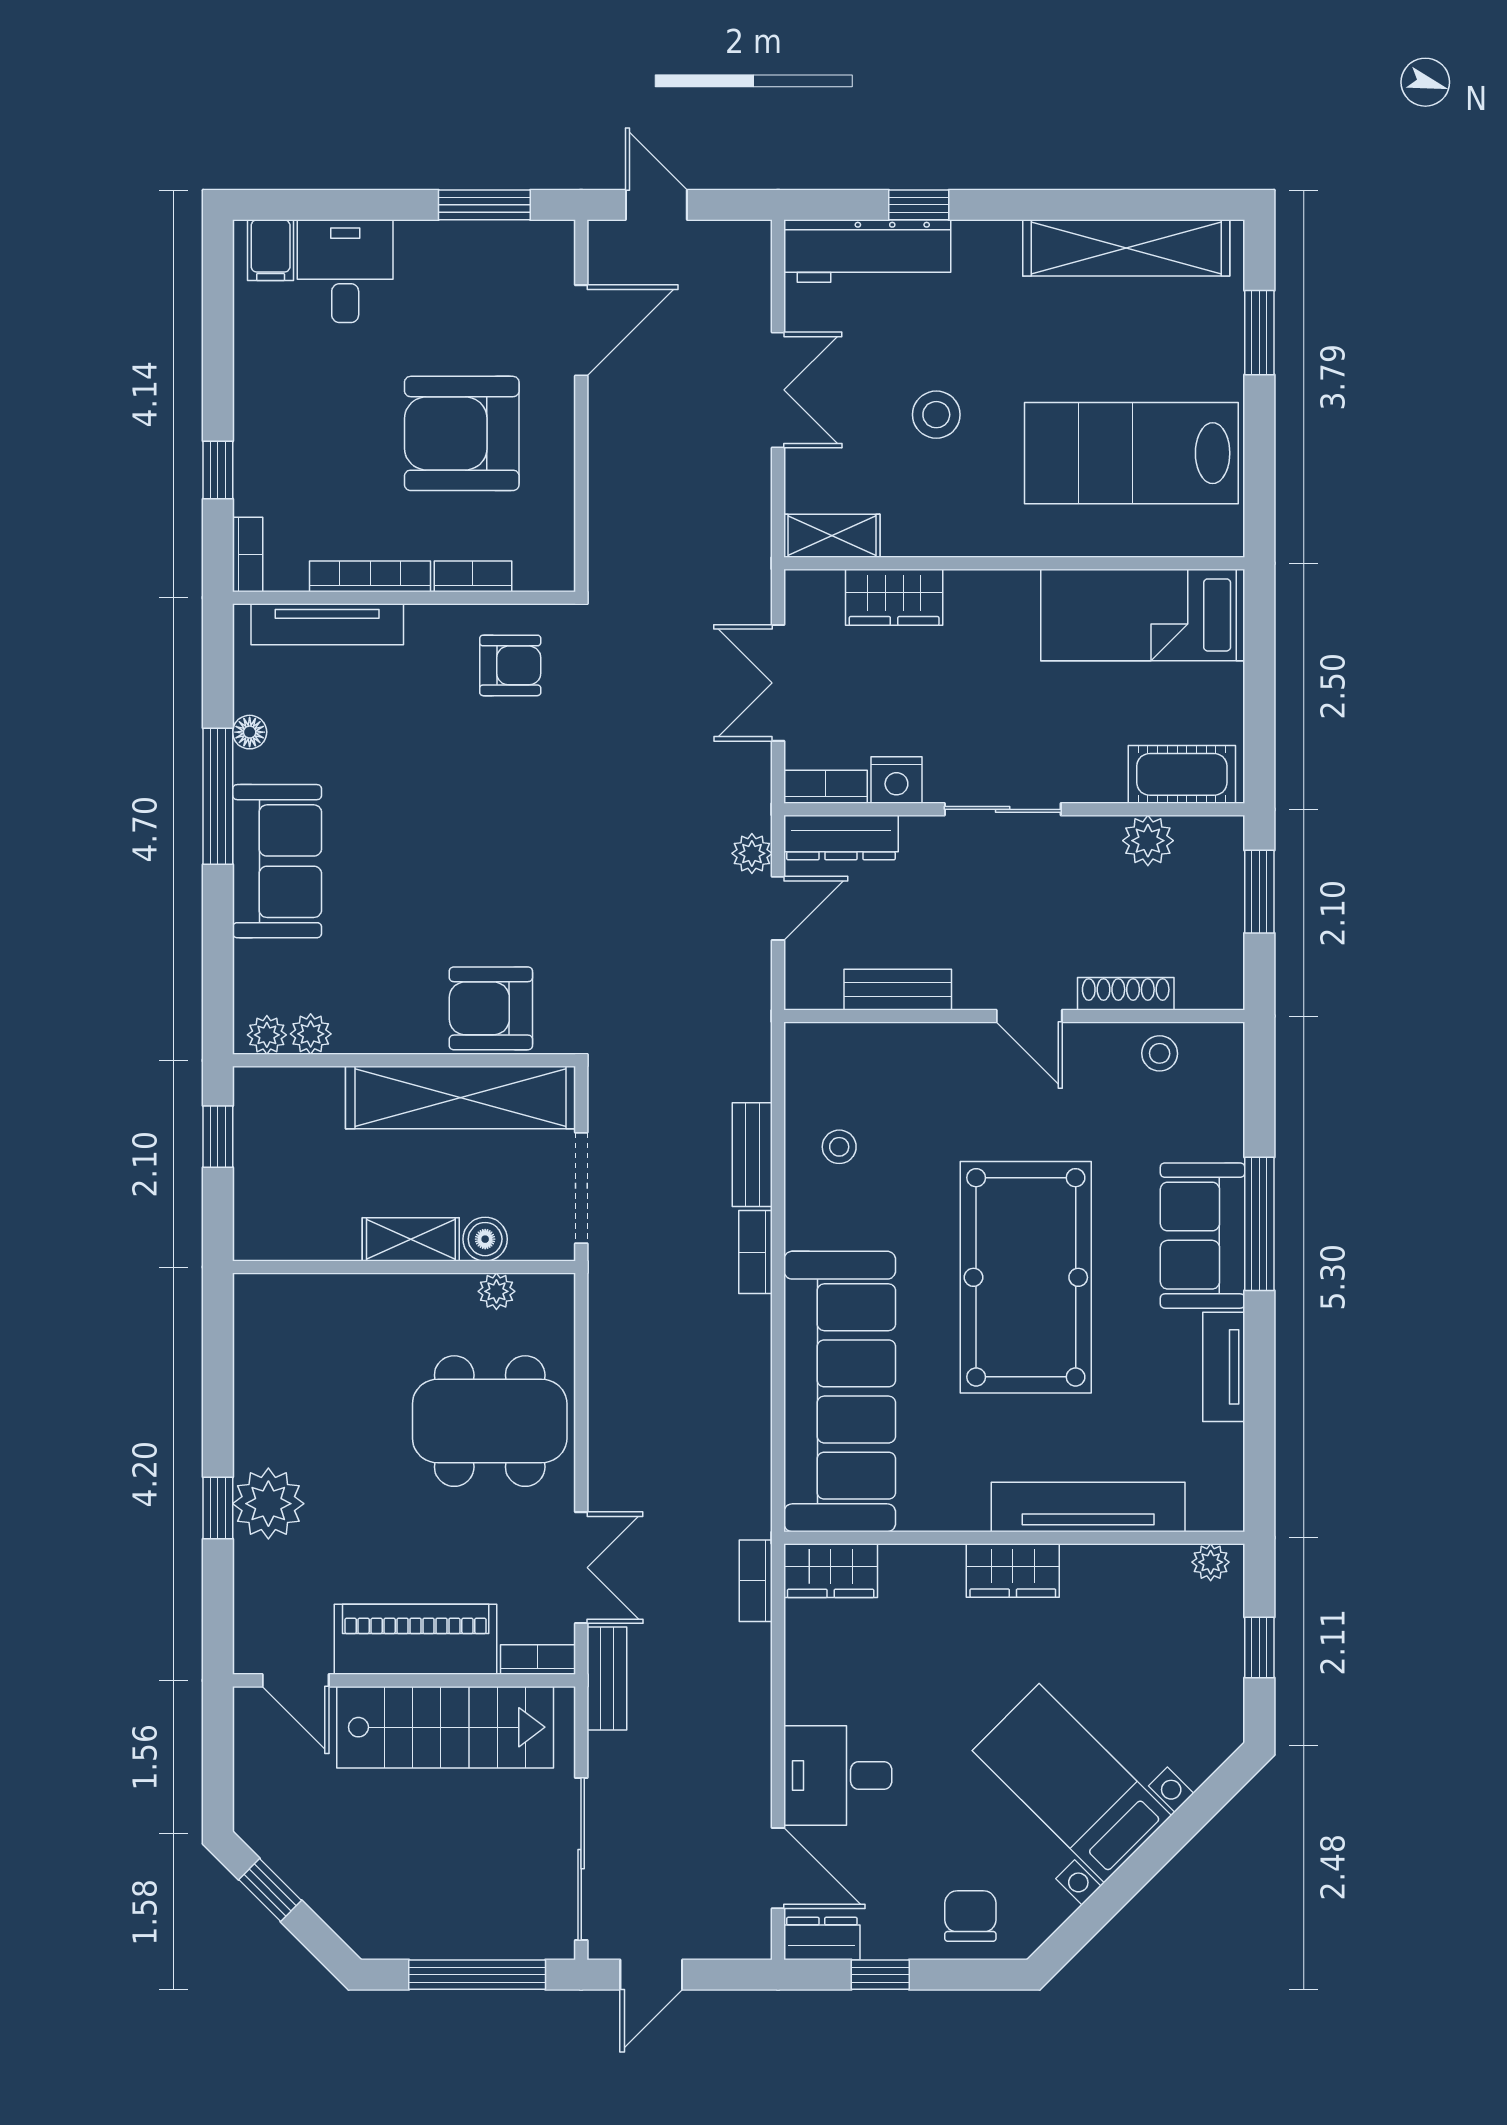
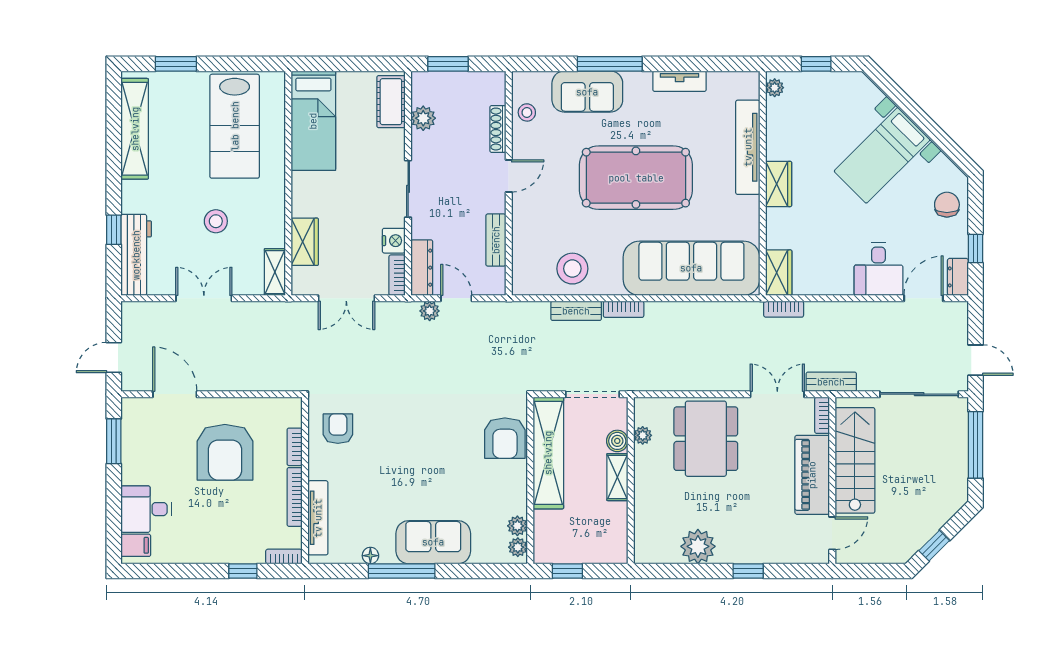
stool: (839, 1147) -> (572, 269), width x1.89, depth x1.89
sofa: (1203, 1236) -> (587, 92), moved
plant: (268, 1504) -> (698, 546), moved
chair: (970, 1916) -> (947, 205), turned 90

